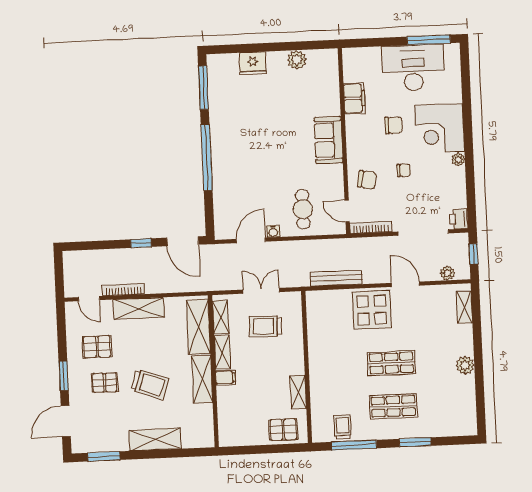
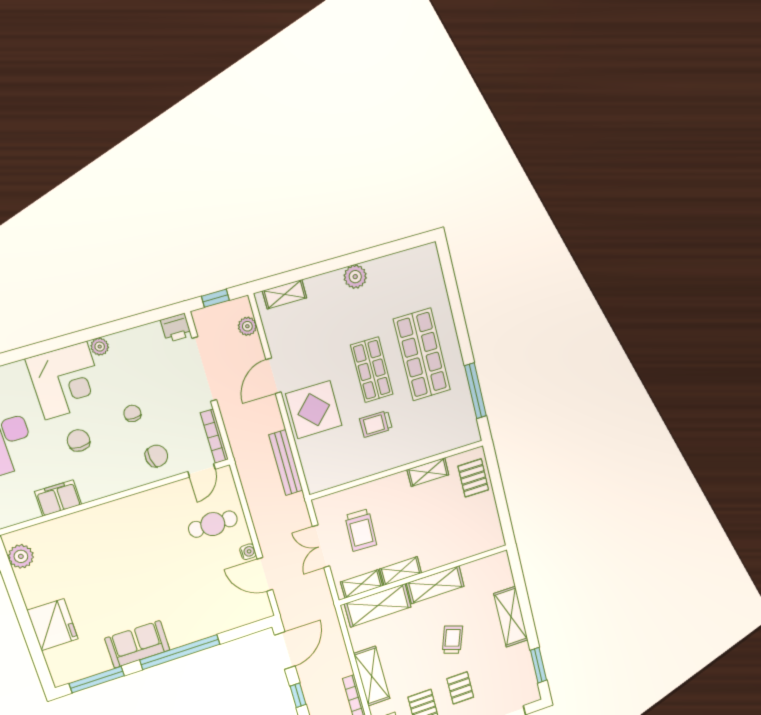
plant: (297, 60) -> (21, 556), moved
fridge: (253, 63) -> (53, 625), width x1.36, depth x1.34
sofa: (328, 140) -> (137, 644), moved, turned 180
chair: (367, 180) -> (156, 456), turned 69
filing cabinet: (225, 378) -> (428, 559), removed
trolley: (150, 384) -> (452, 640), width x0.73, depth x0.72
shop shelf: (393, 406) -> (422, 355), width x1.43, depth x1.36
trolley: (343, 427) -> (376, 424), moved
window: (415, 442) -> (459, 318), removed

